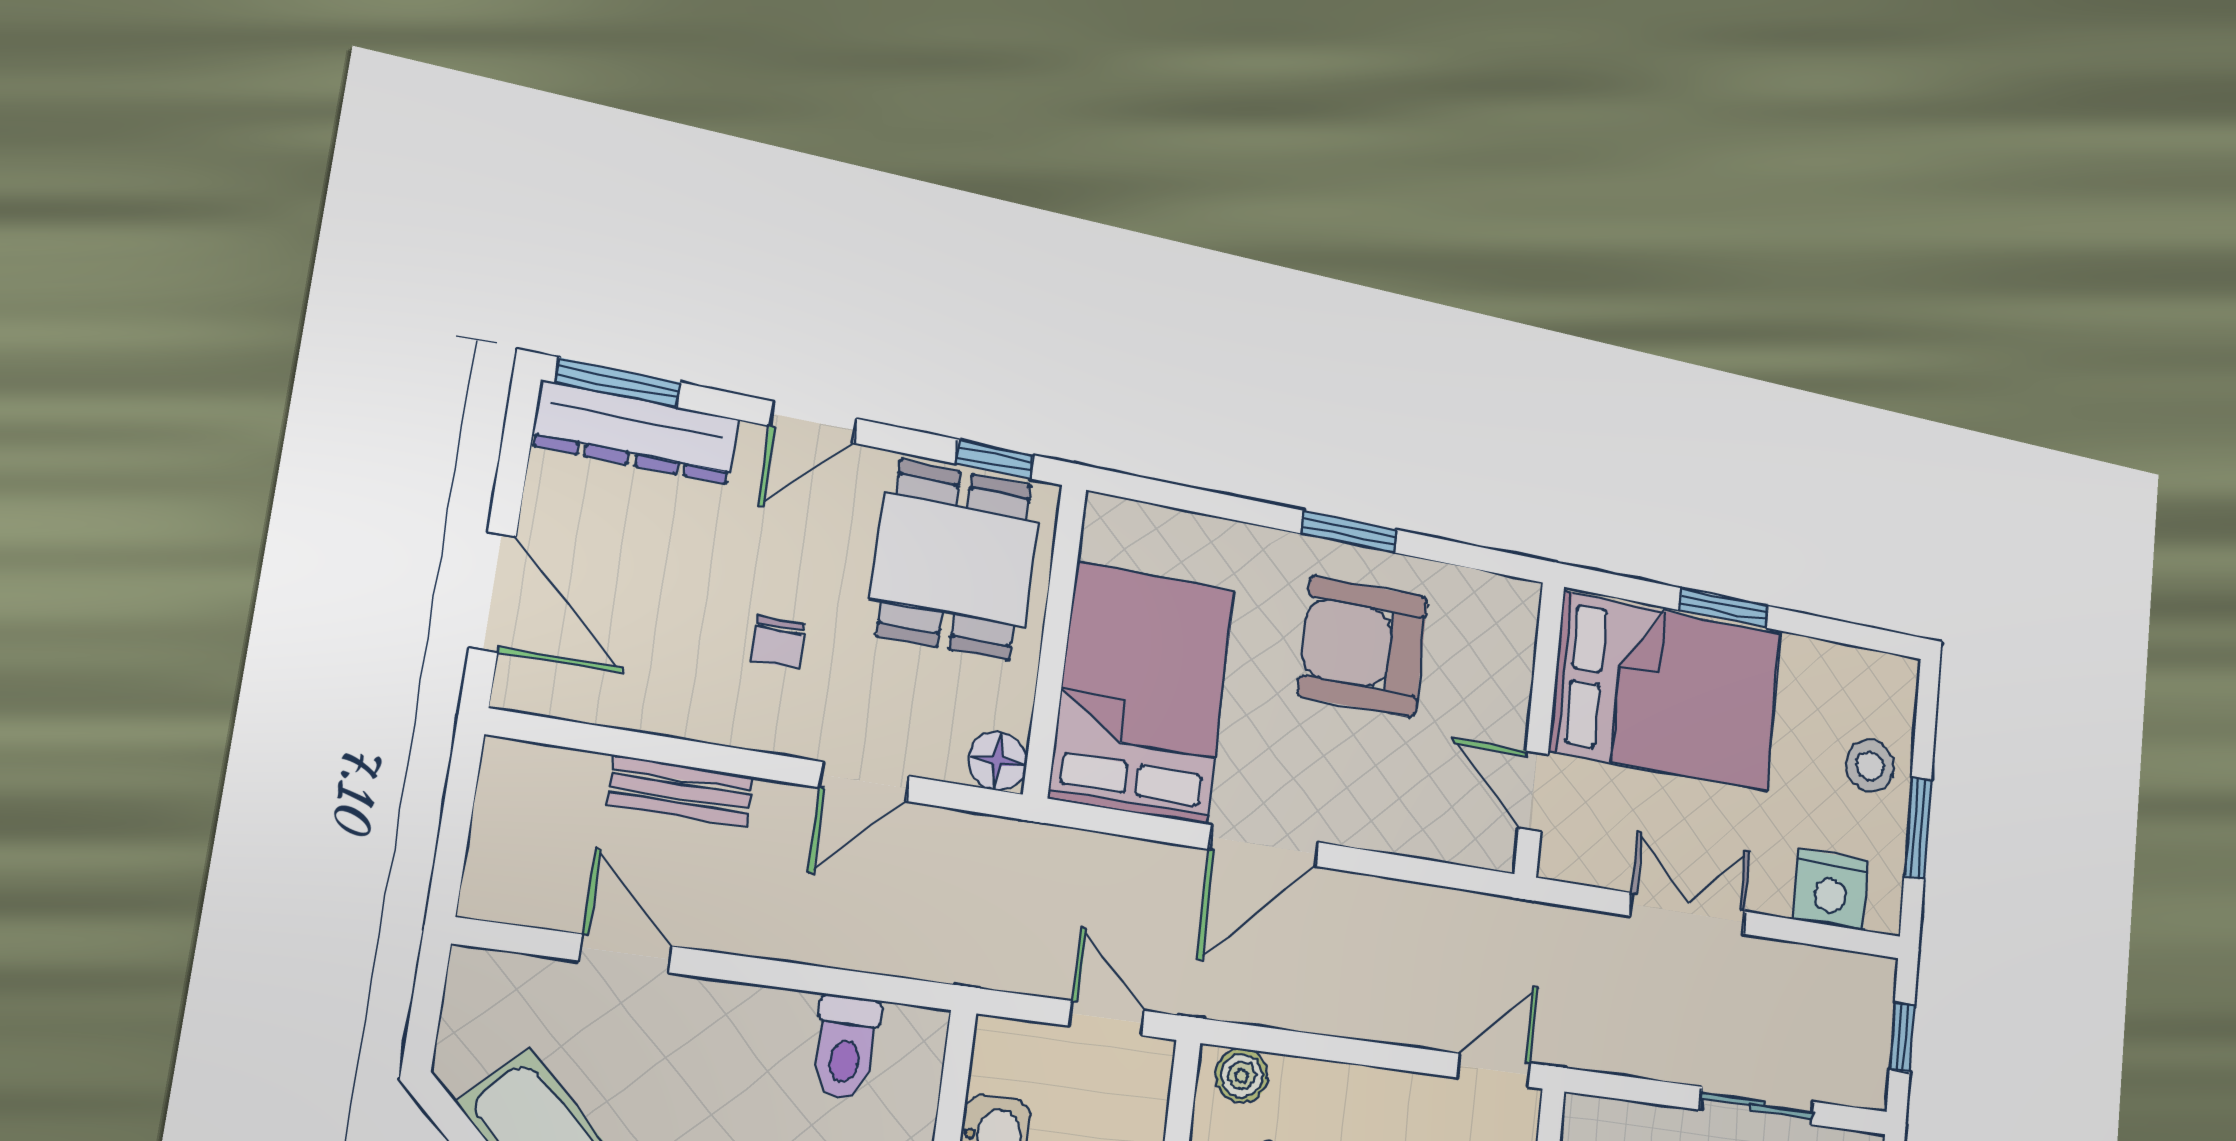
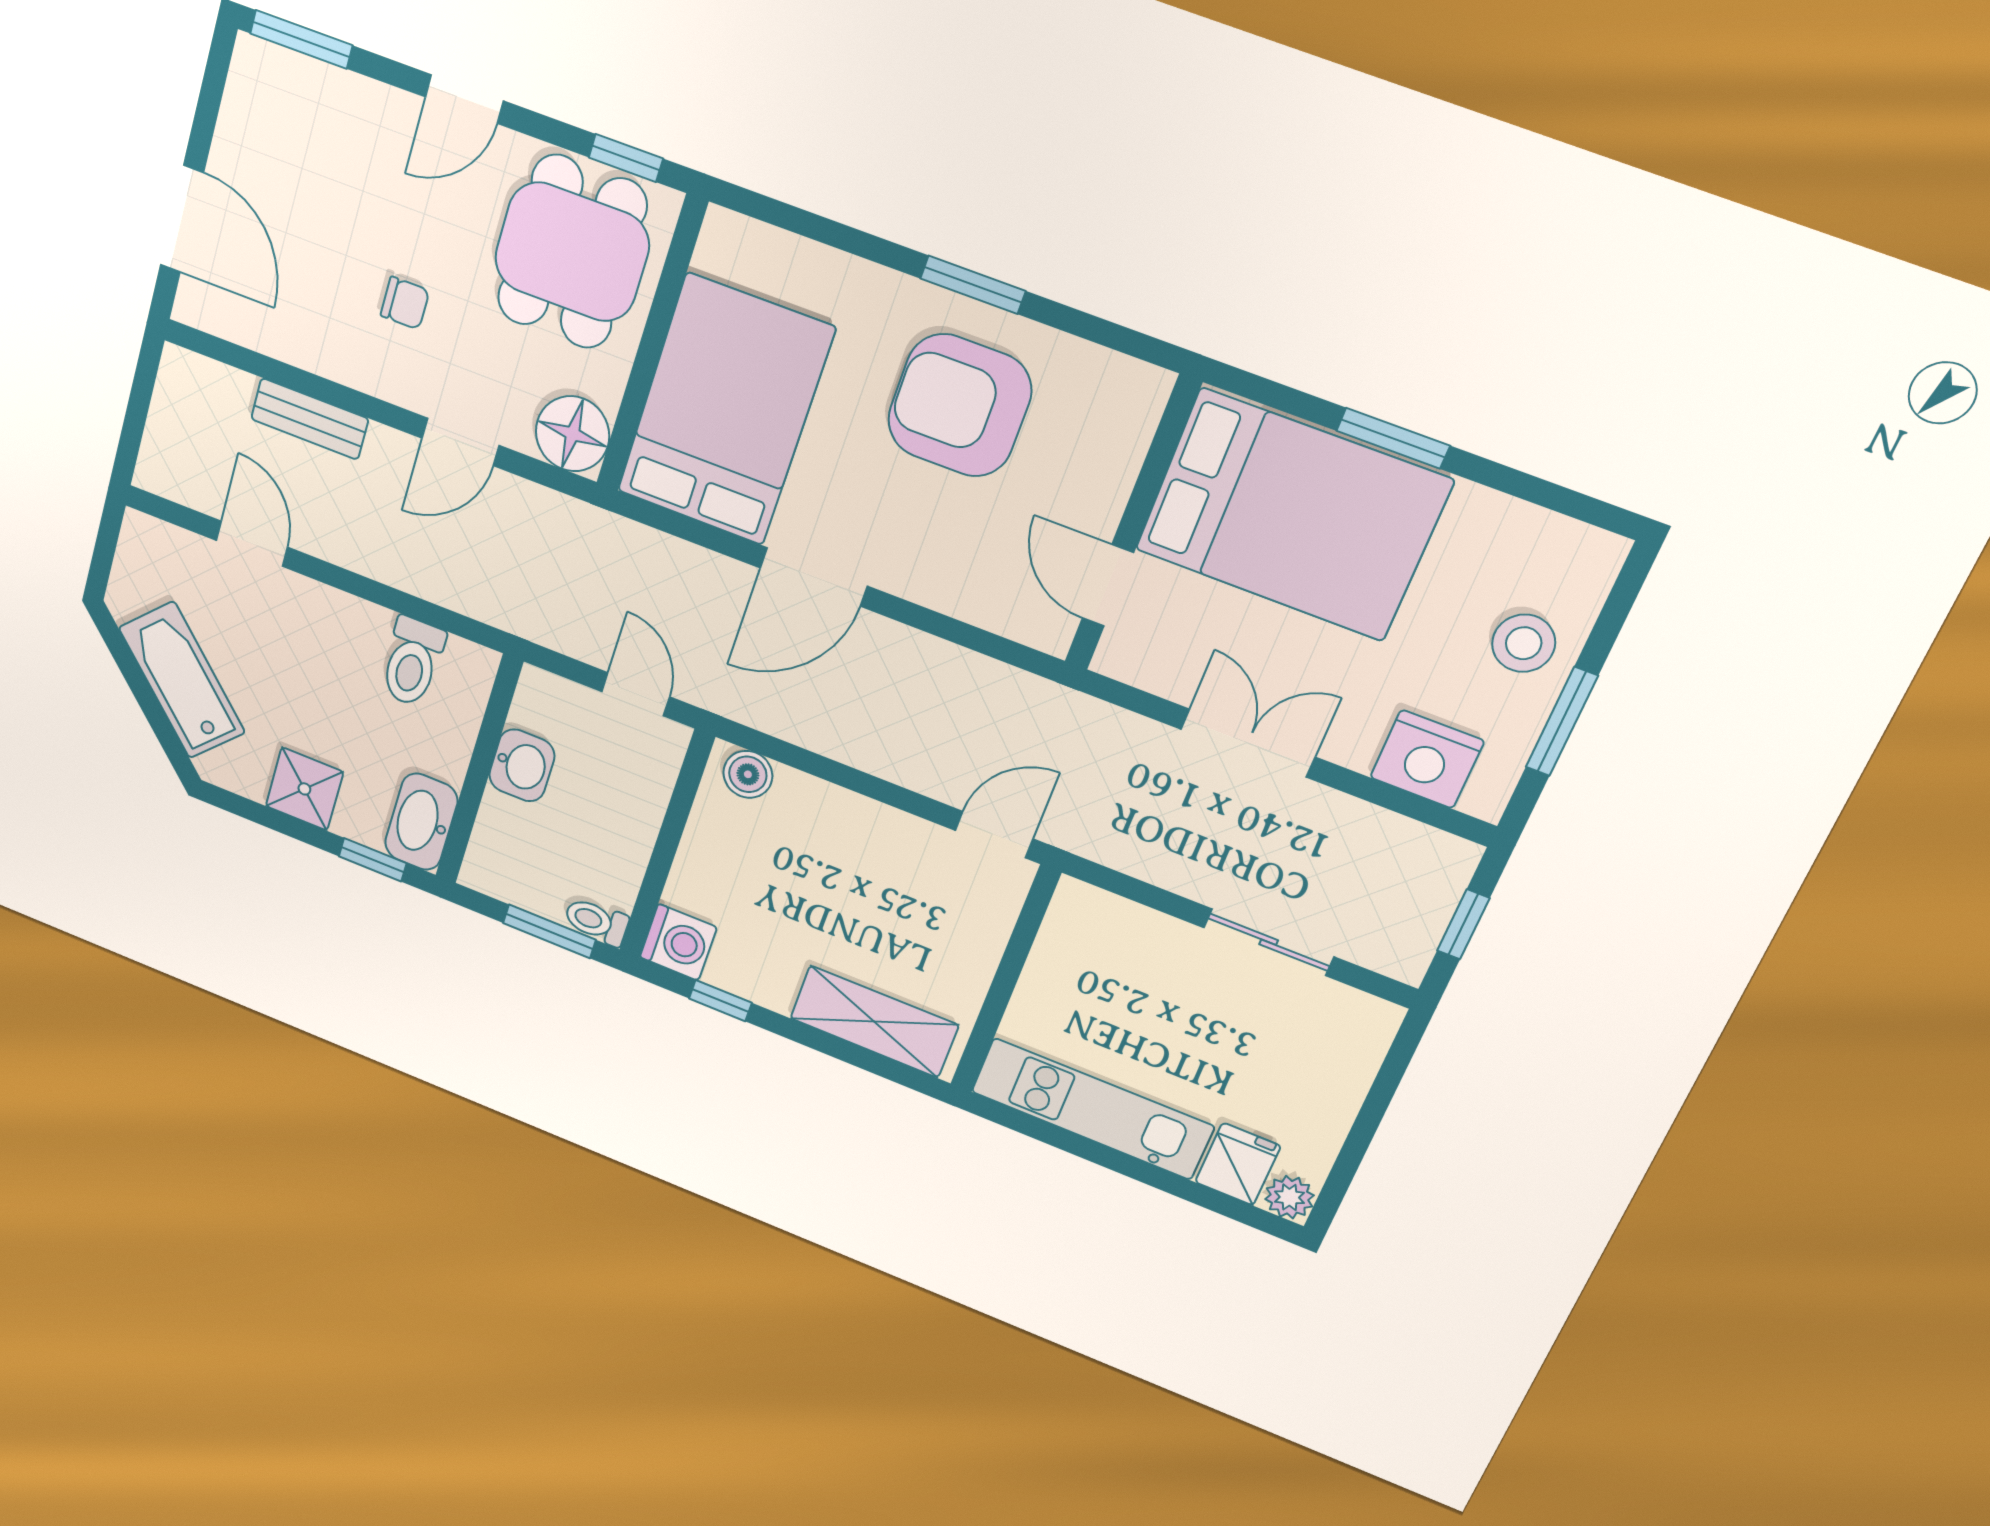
dresser: (636, 432) -> (311, 89), removed
chair: (778, 642) -> (405, 303), turned -90
floor lamp: (997, 761) -> (572, 434), width x1.38, depth x1.38

